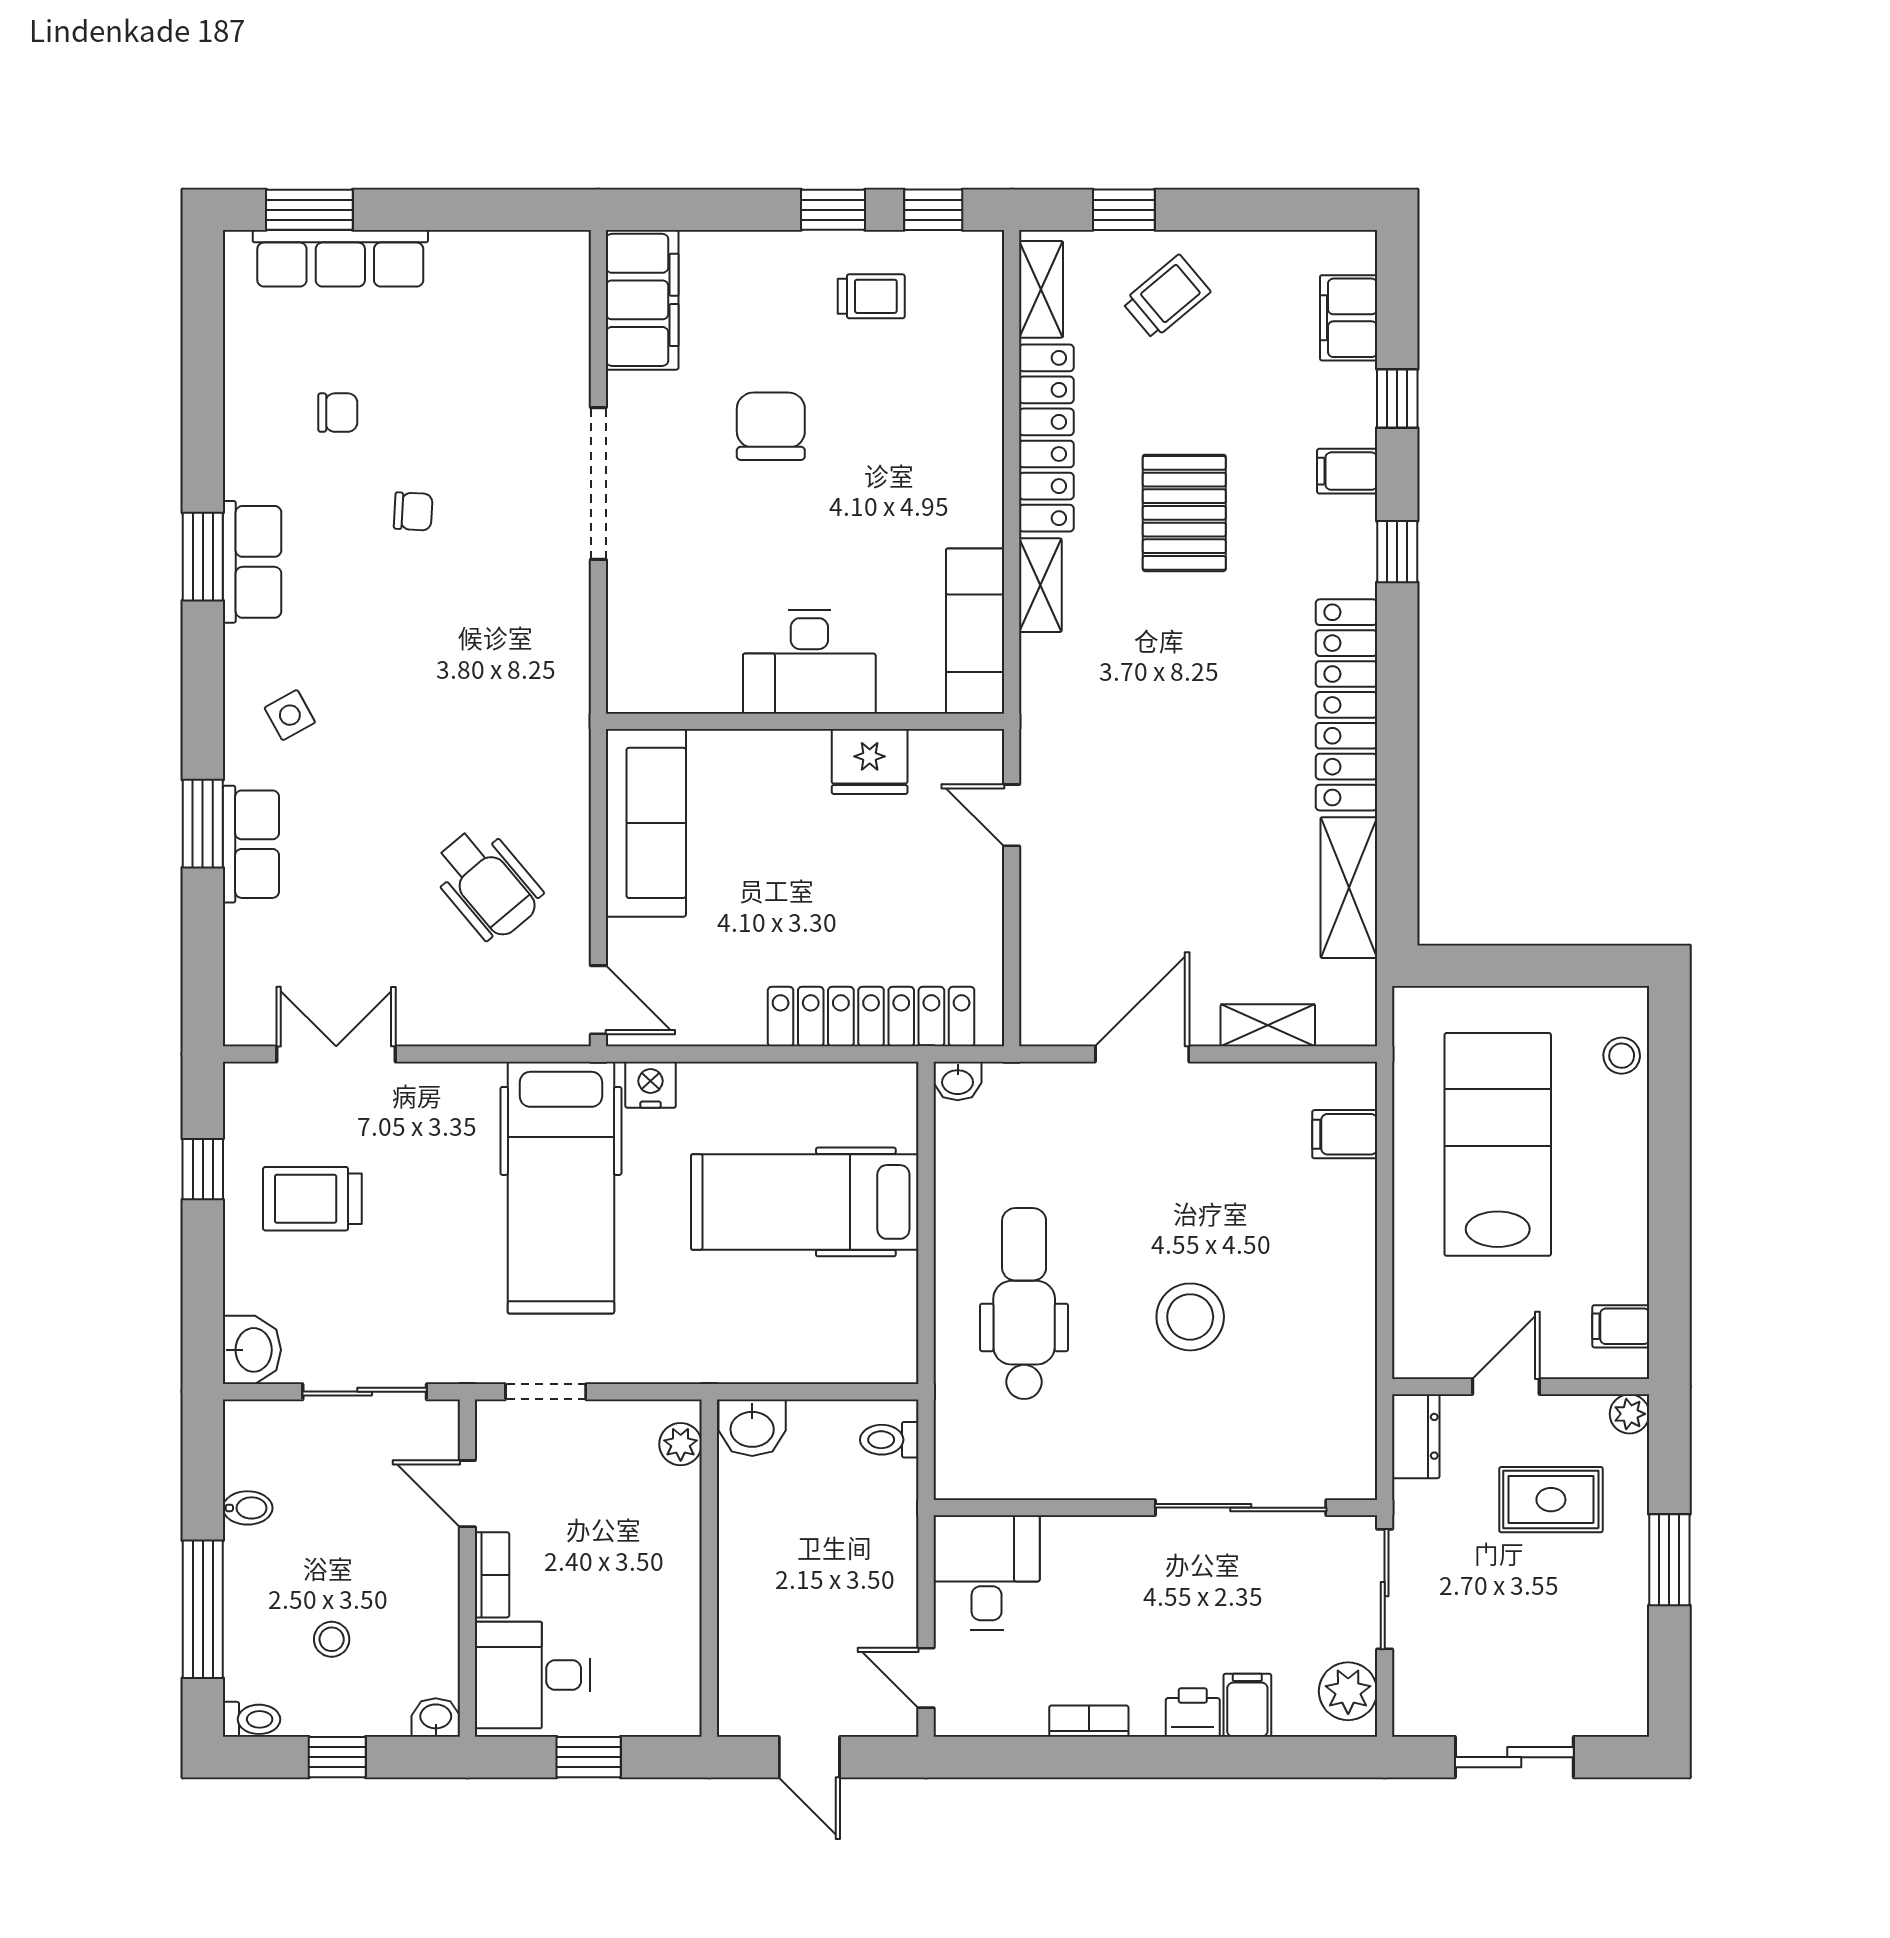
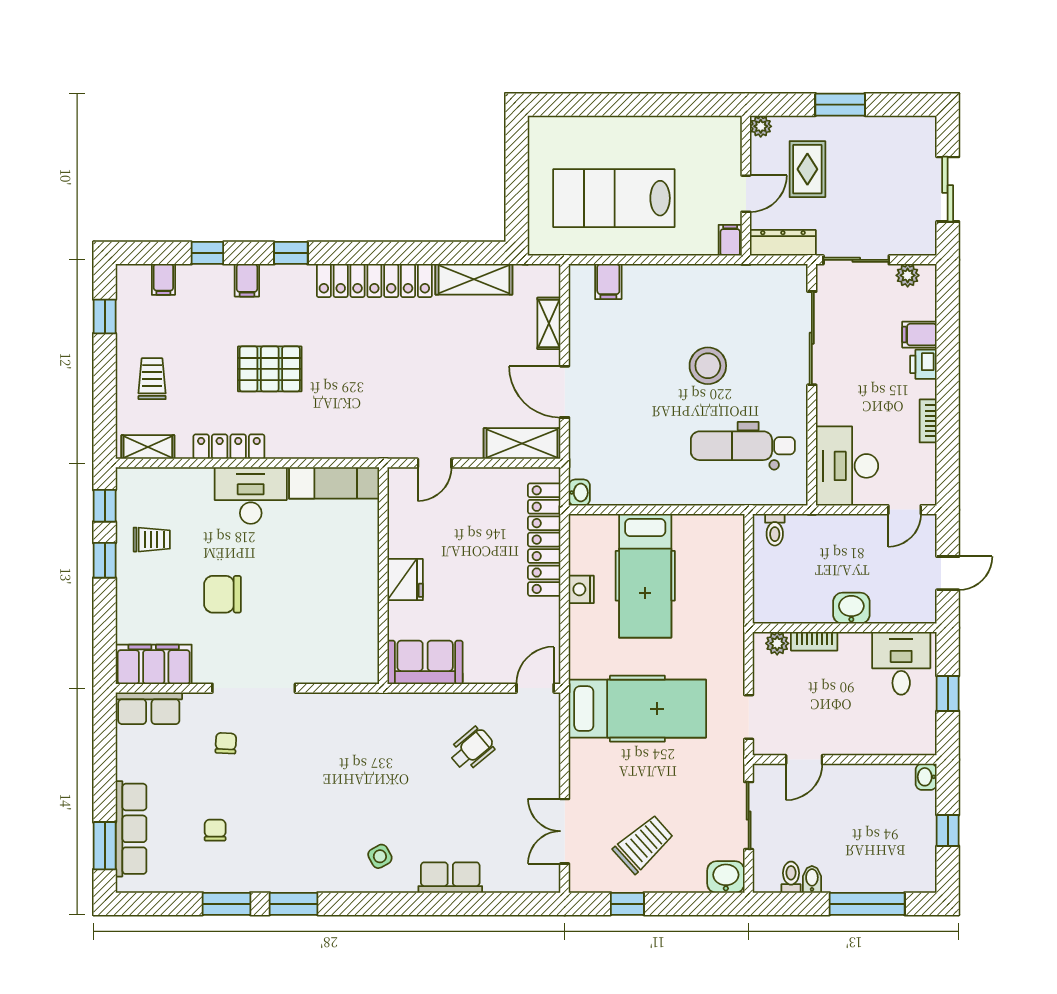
window: (1124, 210) -> (105, 316), moved
trolley: (871, 296) -> (152, 540), turned 90
trolley: (1166, 297) -> (152, 379), turned 40
filing cabinet: (1349, 318) -> (163, 279), width x0.50
locker: (1046, 438) -> (229, 447), width x0.71, depth x0.83
chair: (413, 511) -> (226, 743), moved
row of seats: (252, 562) -> (149, 708), moved, turned 180
shelving: (1040, 585) -> (522, 444), moved, width x1.50, depth x1.33
desk: (809, 662) -> (251, 496), moved, turned -90
fridge: (870, 762) -> (405, 580), moved
sofa: (646, 823) -> (425, 662), width x0.73
window: (203, 824) -> (227, 904), moved
wheelchair: (487, 884) -> (472, 749), width x0.73, depth x0.73
stool: (1622, 1056) -> (565, 131), removed
nightstand: (651, 1085) -> (581, 589), moved
trolley: (312, 1199) -> (643, 844), turned -132
dental chair: (1024, 1304) -> (743, 446), moved
filing cabinet: (1621, 1326) -> (730, 240), moved, turned 180
door: (1506, 1387) -> (746, 194), swing flipped
washbasin: (752, 1428) -> (851, 608), moved, turned -90
dresser: (1416, 1436) -> (783, 243), width x1.44
desk: (987, 1572) -> (847, 466), width x1.37
bookcase: (492, 1575) -> (814, 641), moved, turned 180
stool: (332, 1639) -> (884, 834), removed
desk: (533, 1675) -> (901, 663), moved, turned 180
plant: (1348, 1691) -> (908, 275), width x0.73, depth x0.73
toilet: (252, 1719) -> (791, 877), moved

